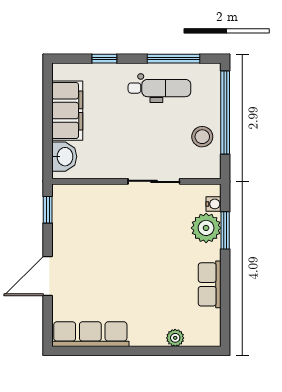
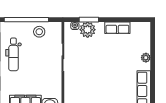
dental chair: (159, 88) -> (13, 54), turned 180
plant: (175, 338) -> (146, 58), moved

